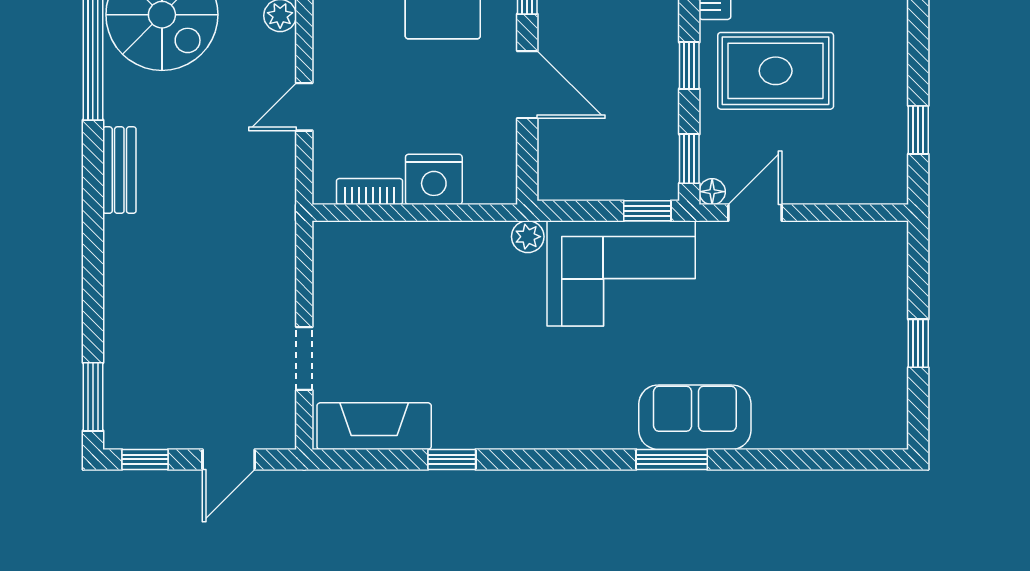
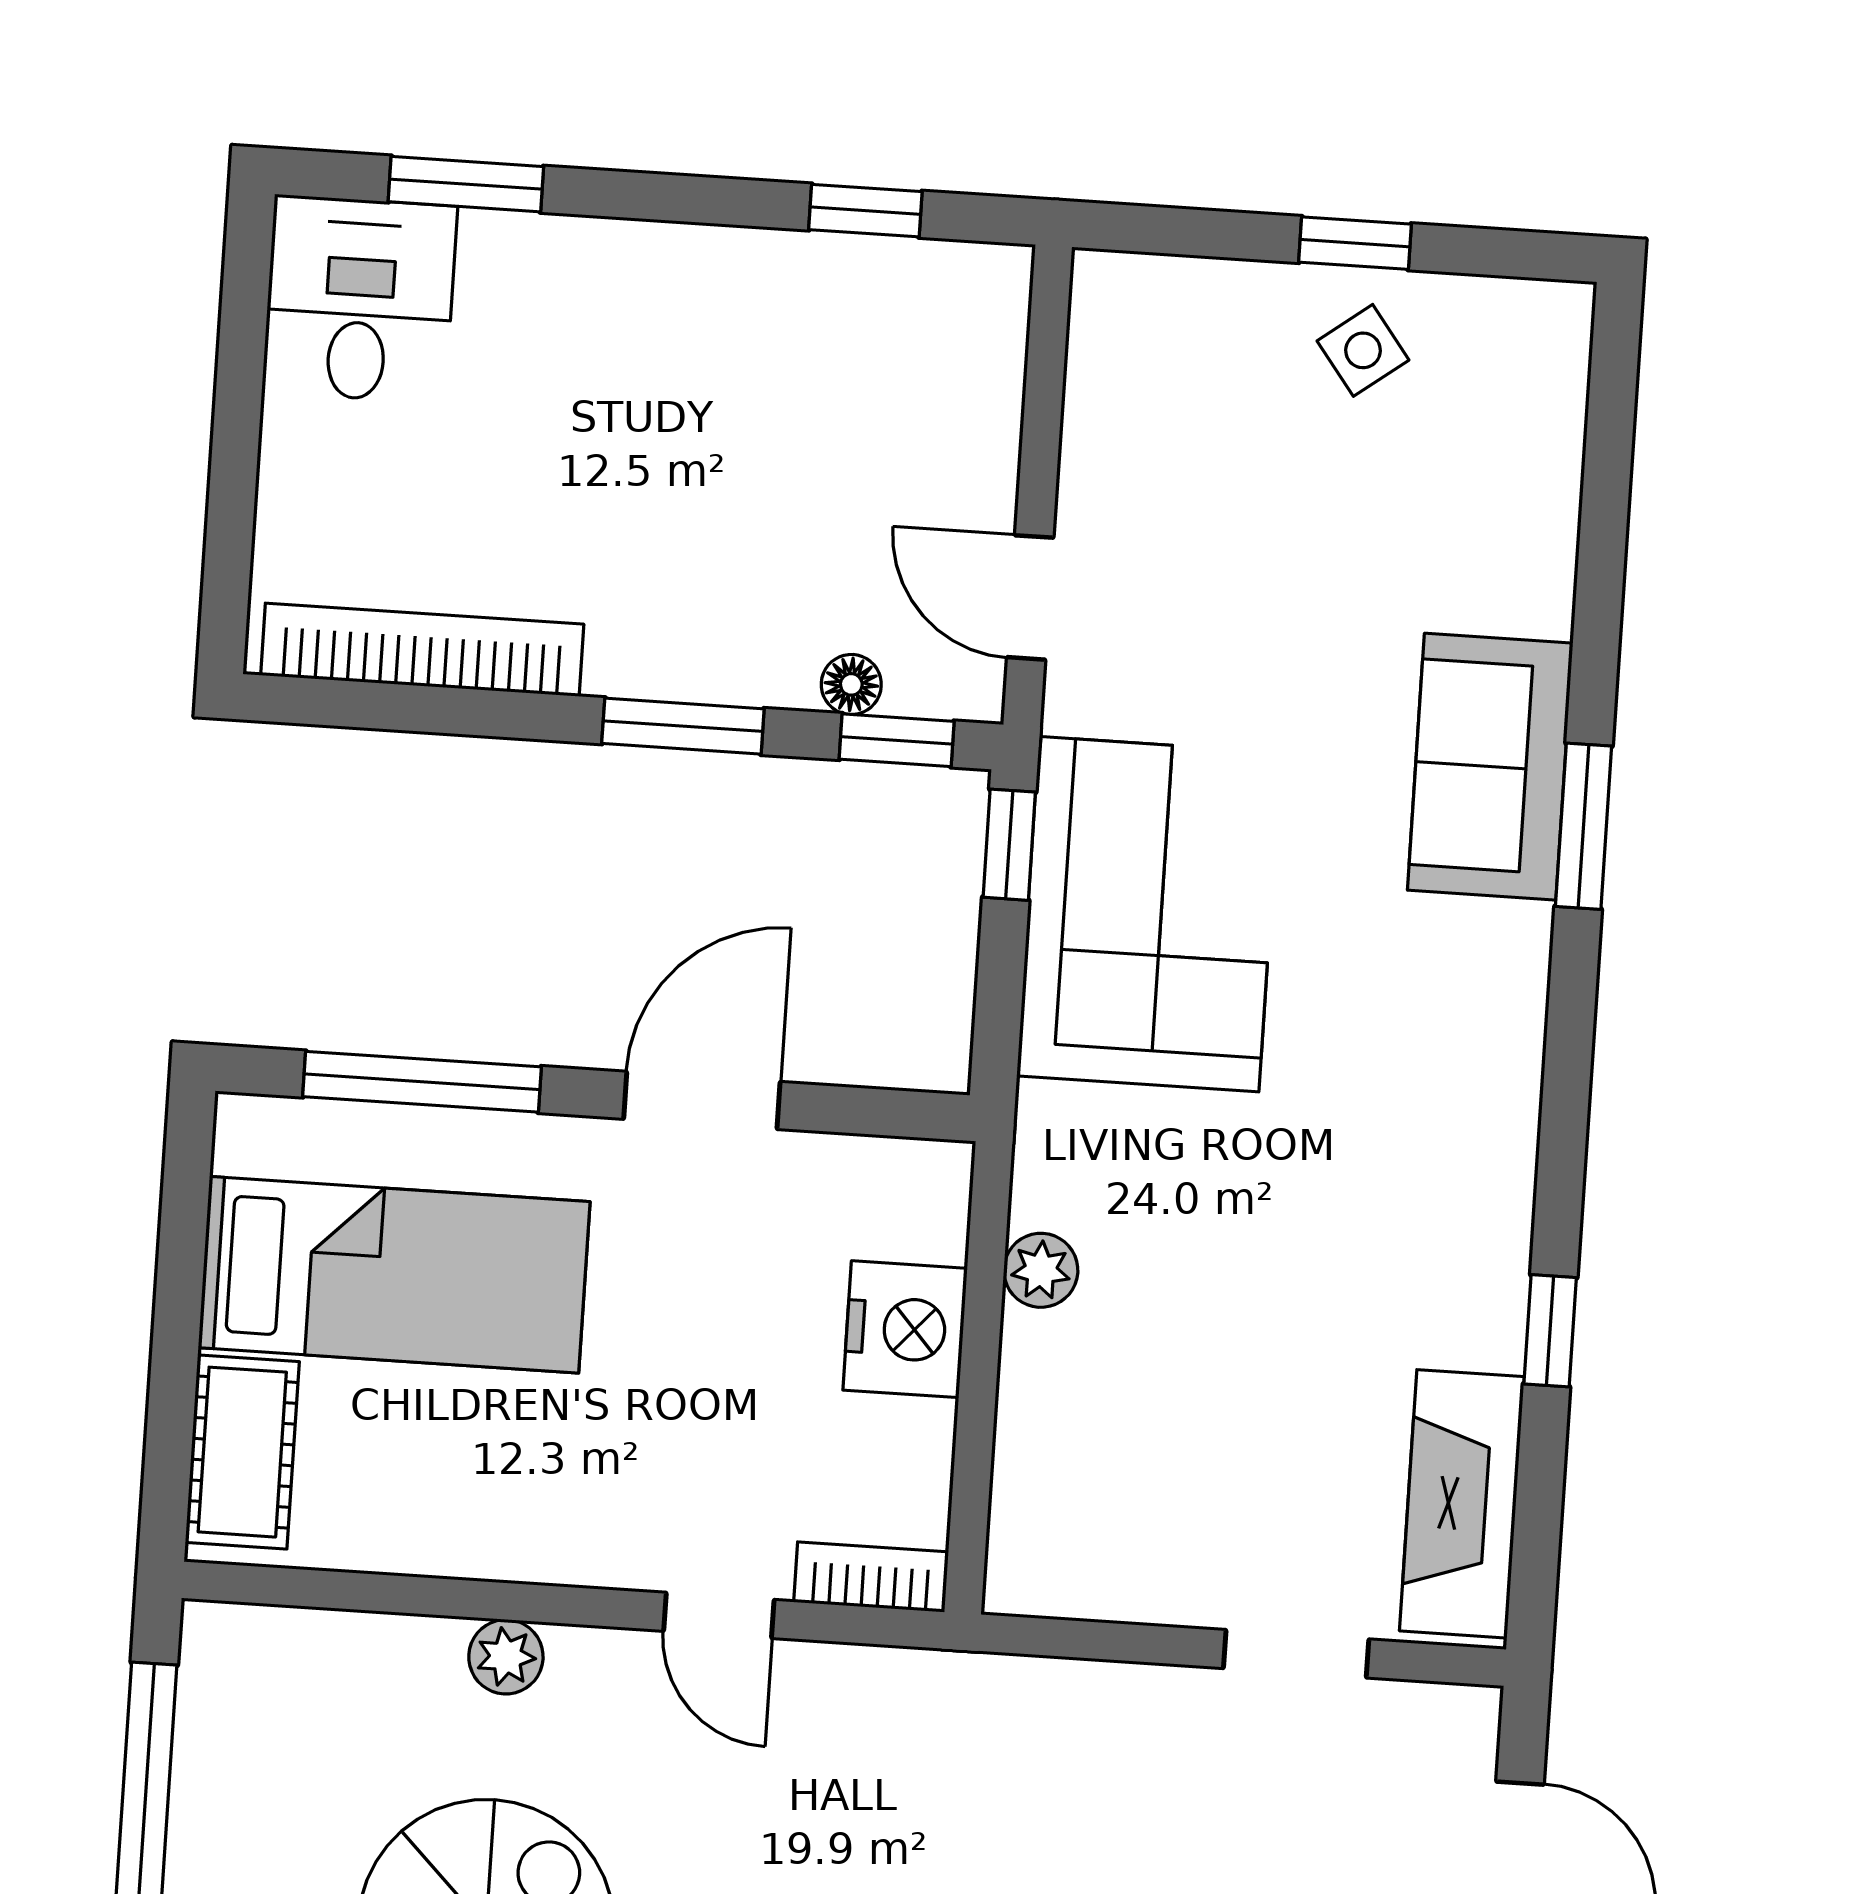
window: (689, 66) -> (683, 726), width x1.50
rug: (776, 71) -> (708, 529), removed
bookcase: (370, 192) -> (871, 1577), moved, turned 90
floor lamp: (712, 192) -> (851, 684), moved
plant: (528, 237) -> (1041, 1270), moved
side table: (872, 350) -> (1363, 350), added

